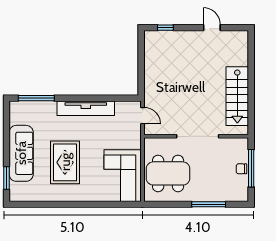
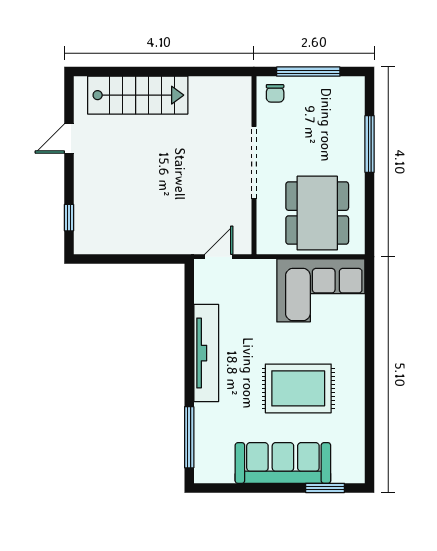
stairs: (237, 96) -> (138, 95), moved
chair: (241, 169) -> (275, 93), moved

